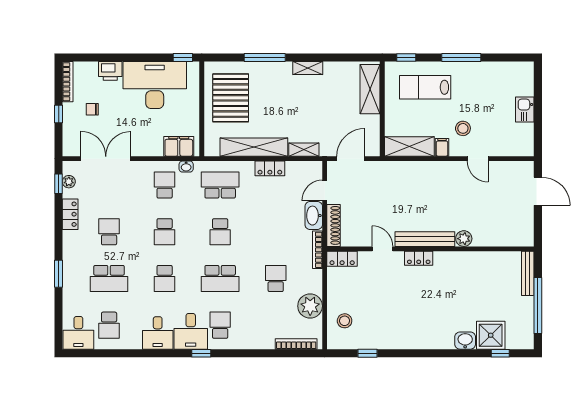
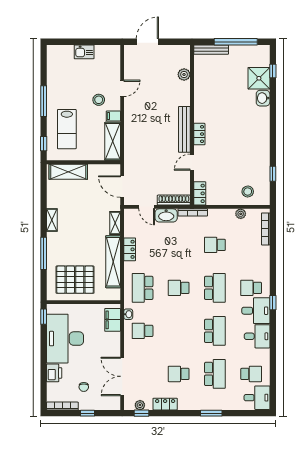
school desk: (165, 232) -> (179, 331), removed
school desk: (220, 232) -> (179, 288), turned 180
plant: (464, 239) -> (184, 75), moved
school desk: (165, 278) -> (215, 331), width x1.85
plant: (310, 306) -> (241, 214), width x0.53, depth x0.53

